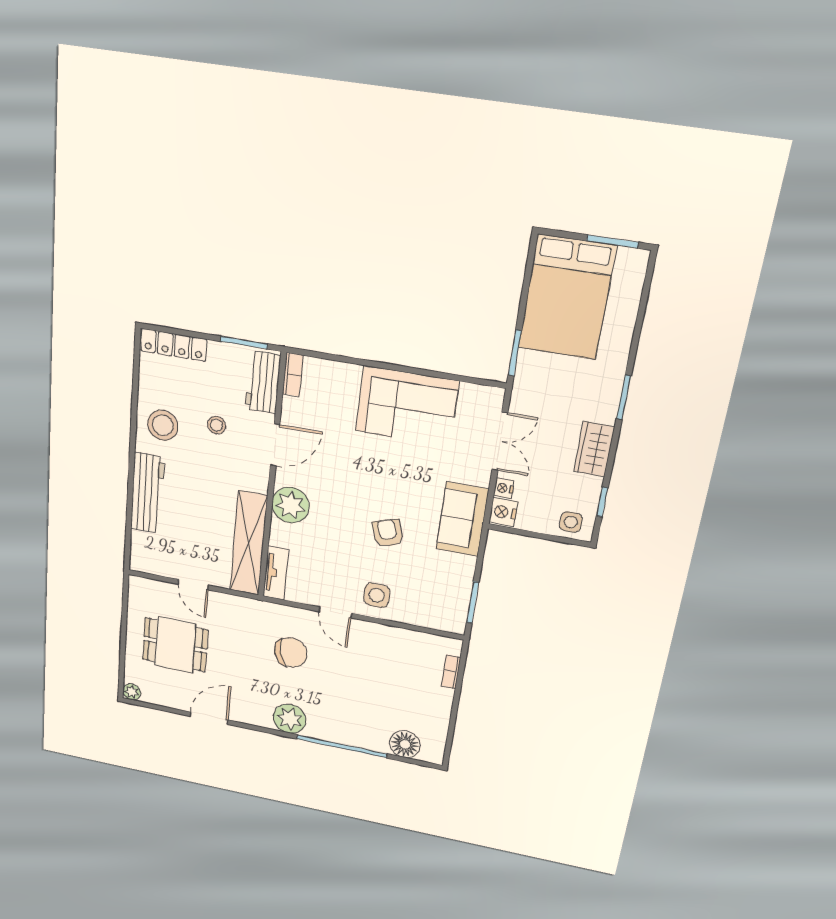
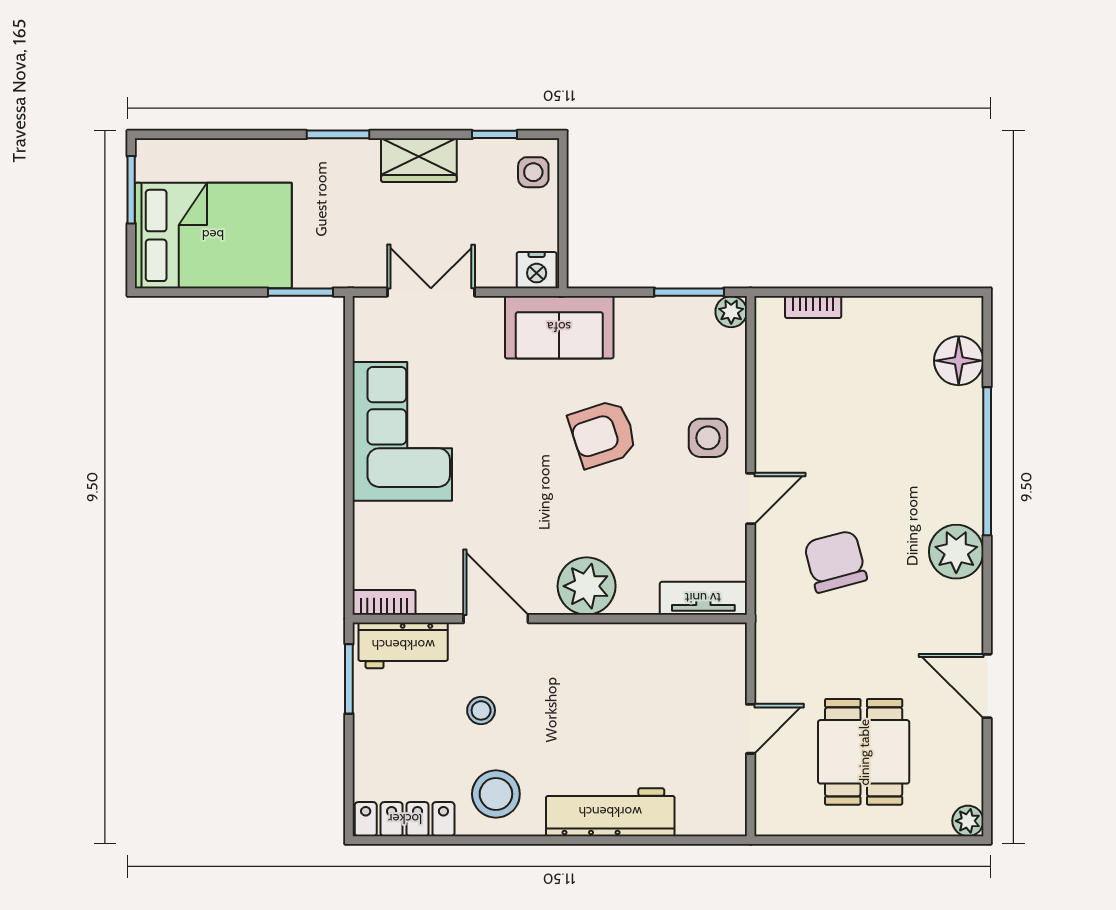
locker: (174, 345) -> (405, 819), moved, turned -90
nightstand: (504, 488) -> (500, 275), removed
armchair: (388, 533) -> (603, 434), width x1.38, depth x1.38
shelving: (249, 543) -> (662, 645), removed
plant: (456, 624) -> (731, 312), added

